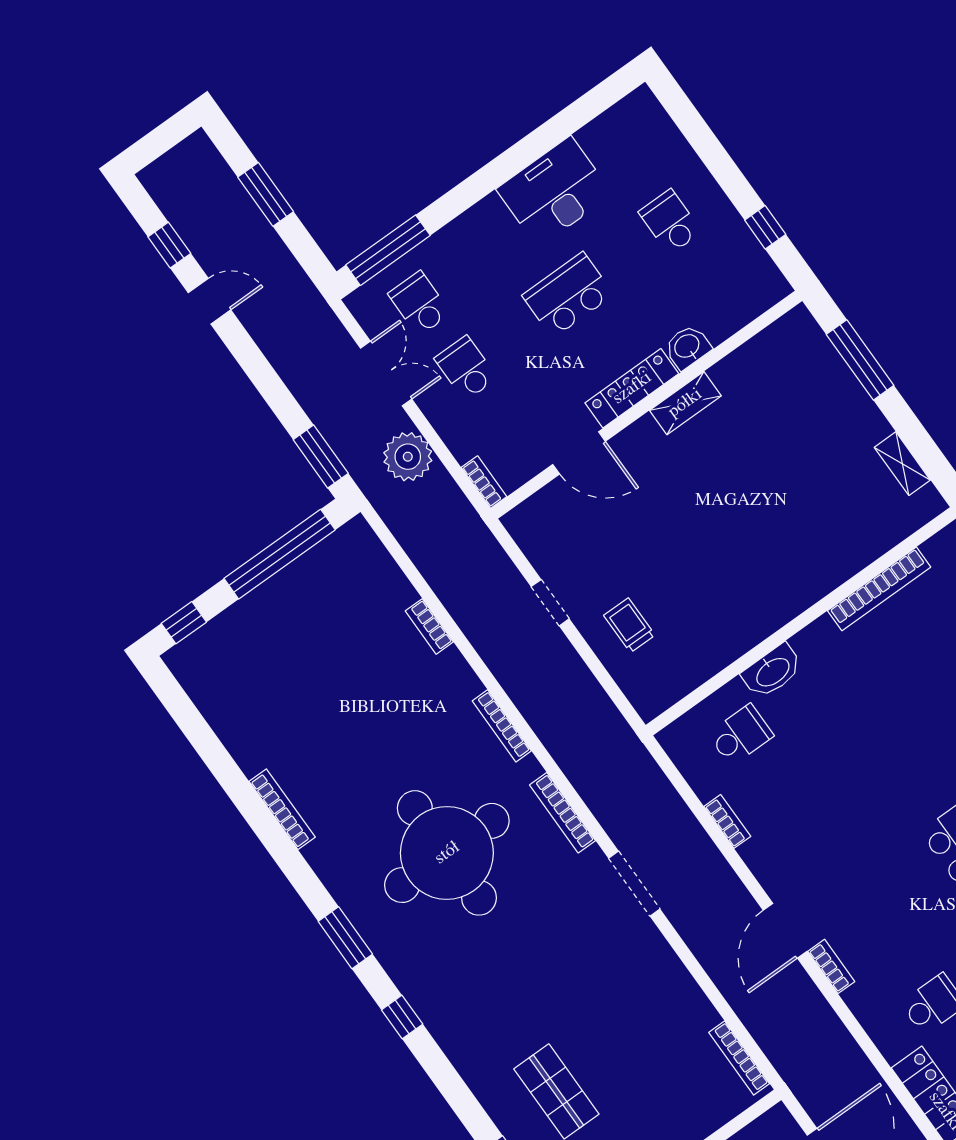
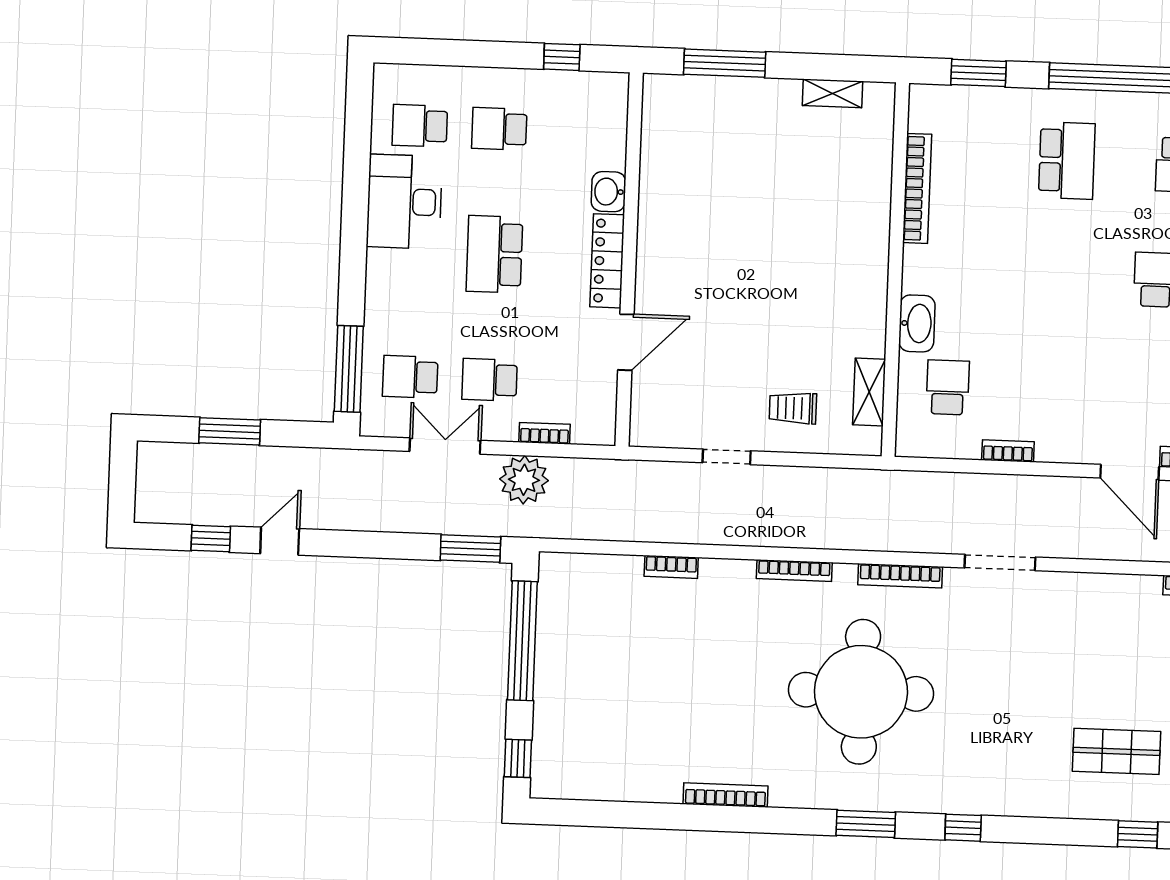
school desk: (624, 157) -> (420, 126), added
shelving: (685, 403) -> (869, 392), moved
bookcase: (484, 482) -> (545, 433), moved

